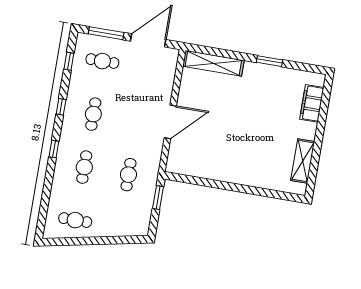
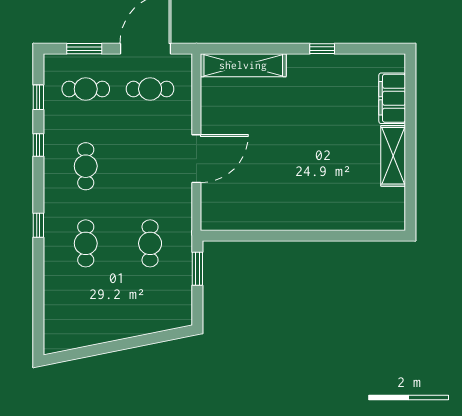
window: (106, 33) -> (84, 49), width x0.69
window: (270, 61) -> (322, 49), width x0.67
window: (61, 107) -> (38, 145), moved
shelving: (303, 161) -> (393, 156), moved
cafe table: (75, 220) -> (150, 89), moved

